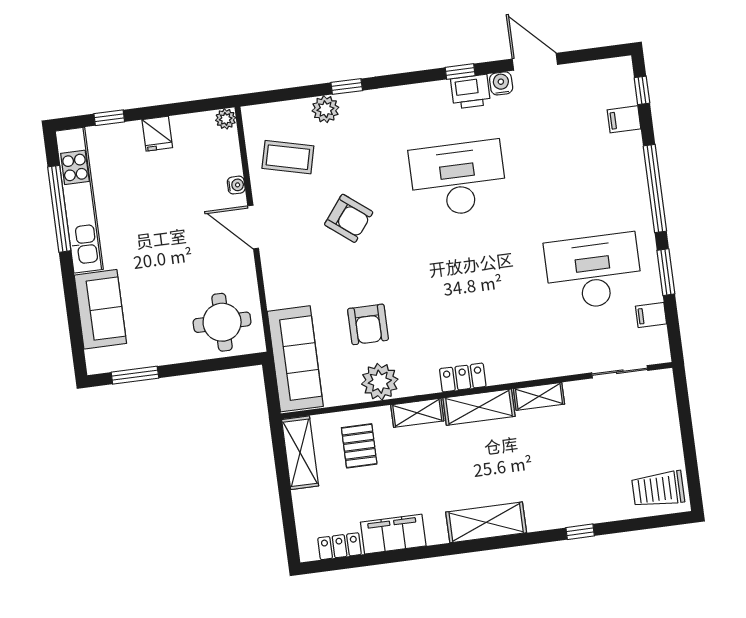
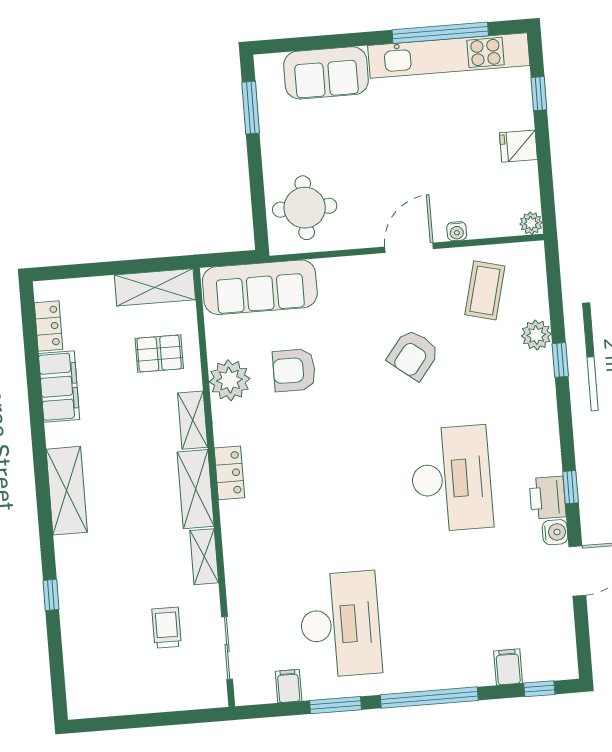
trolley: (658, 489) -> (167, 628), moved, width x0.73, depth x0.72

